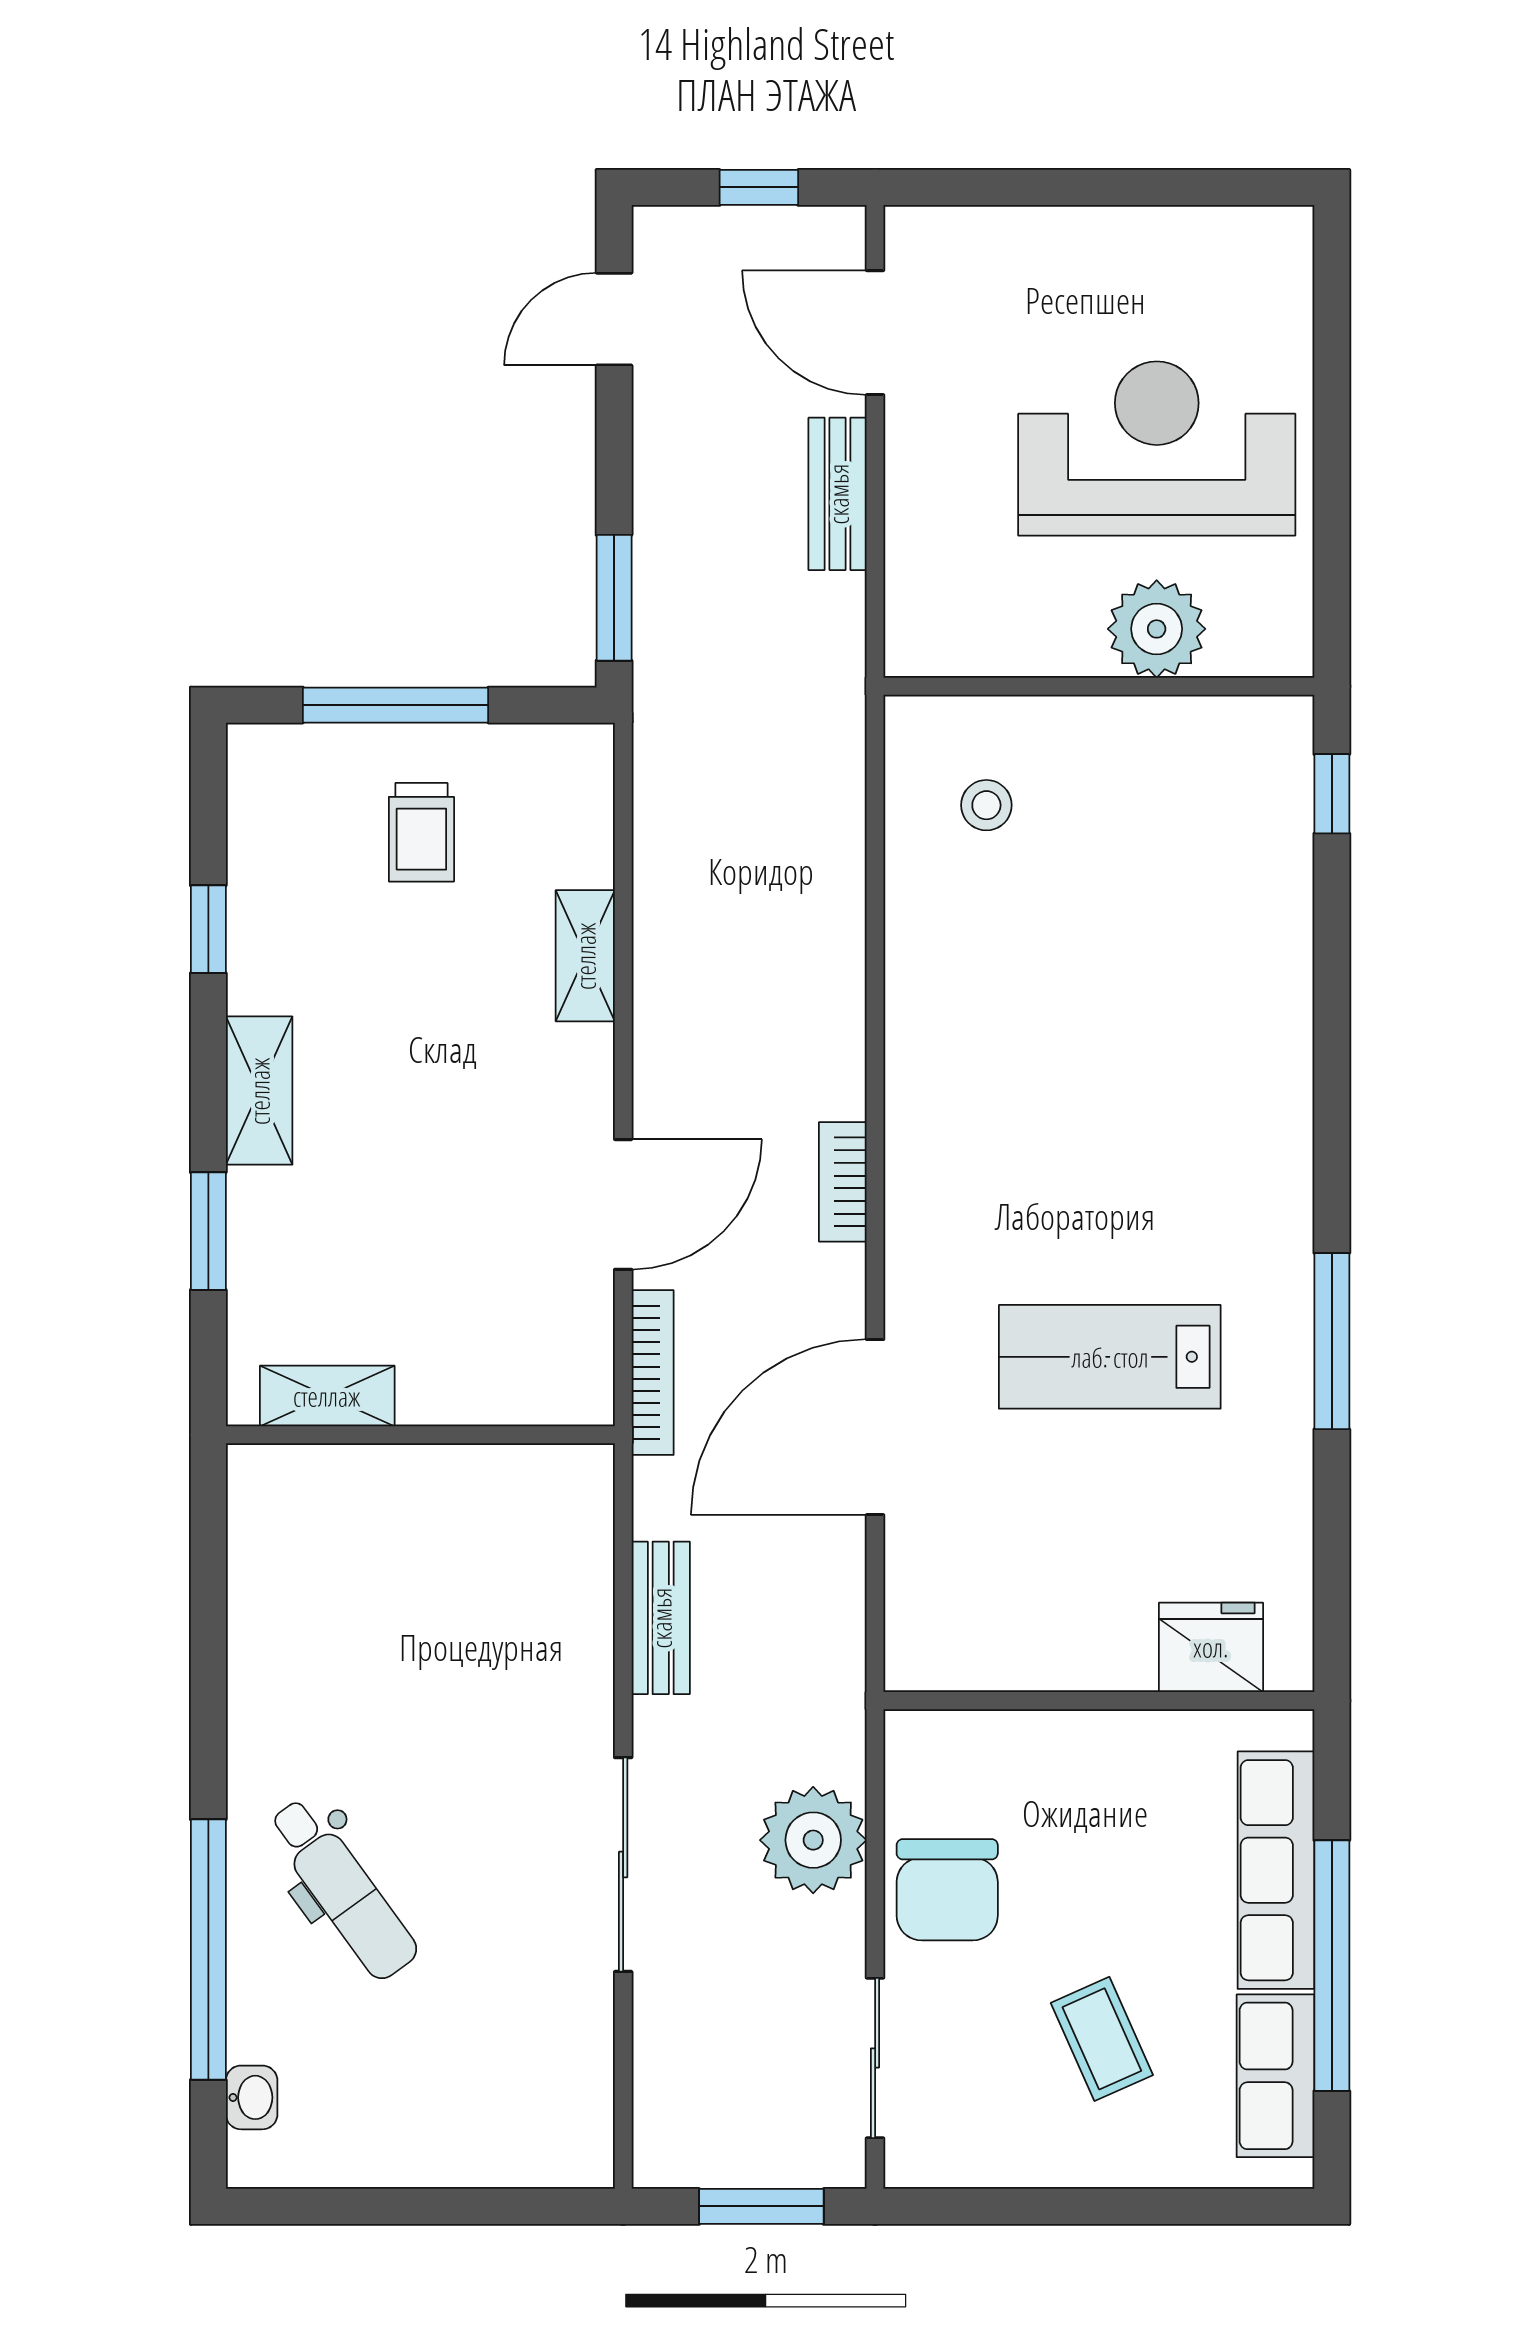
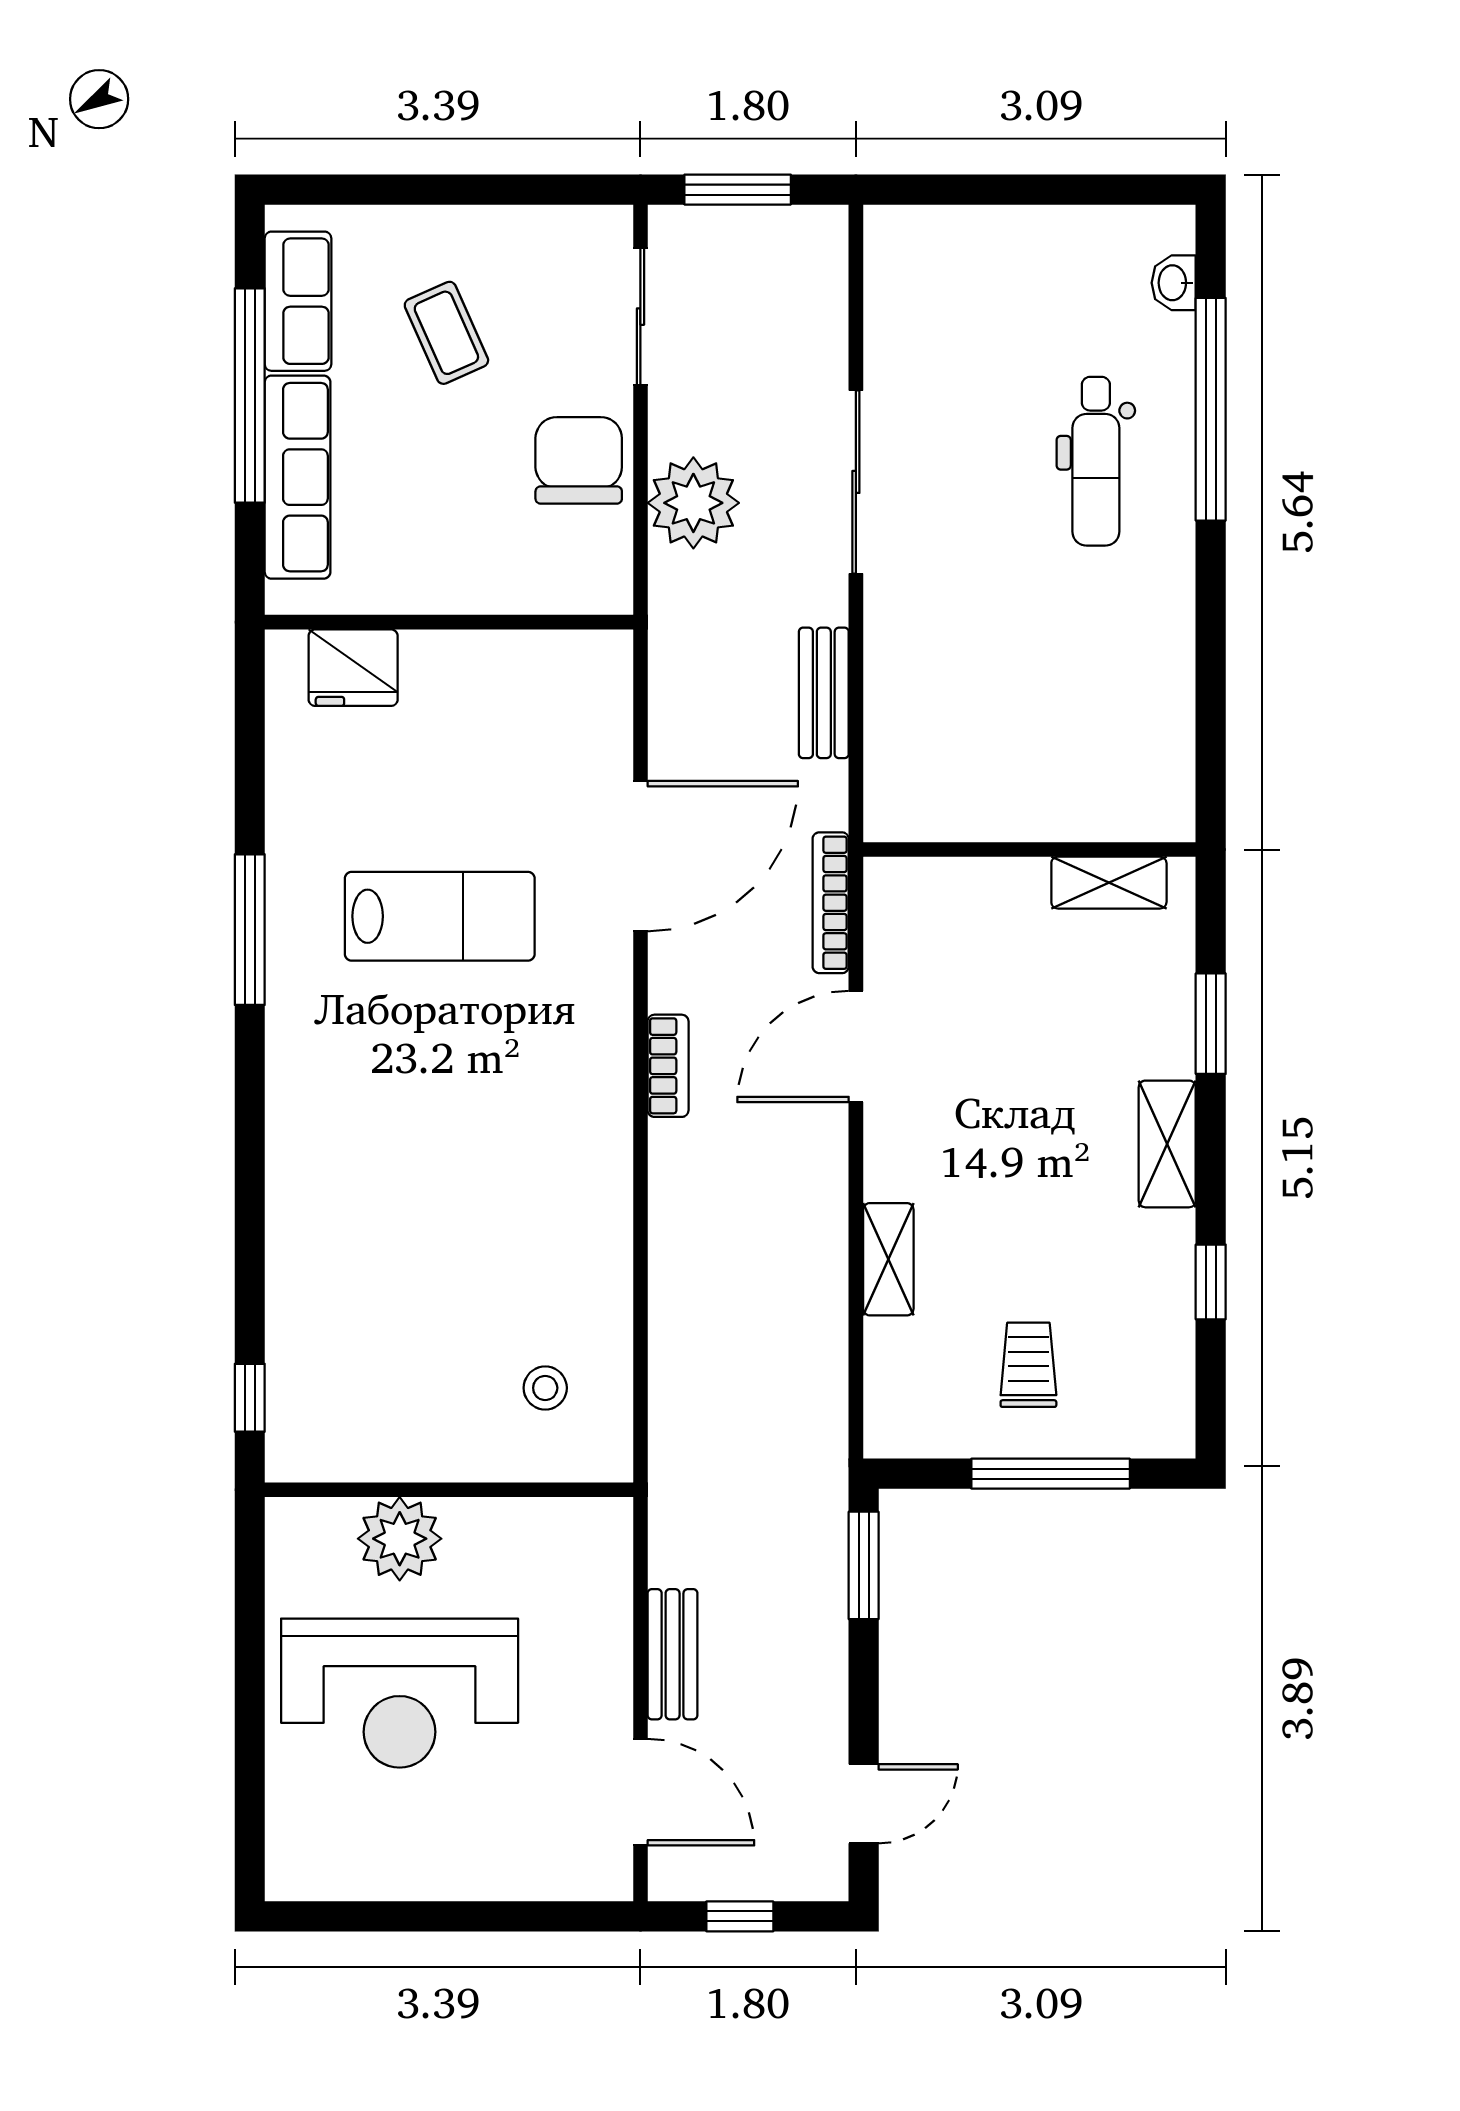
dental chair: (343, 1889) -> (1096, 461), turned -144

